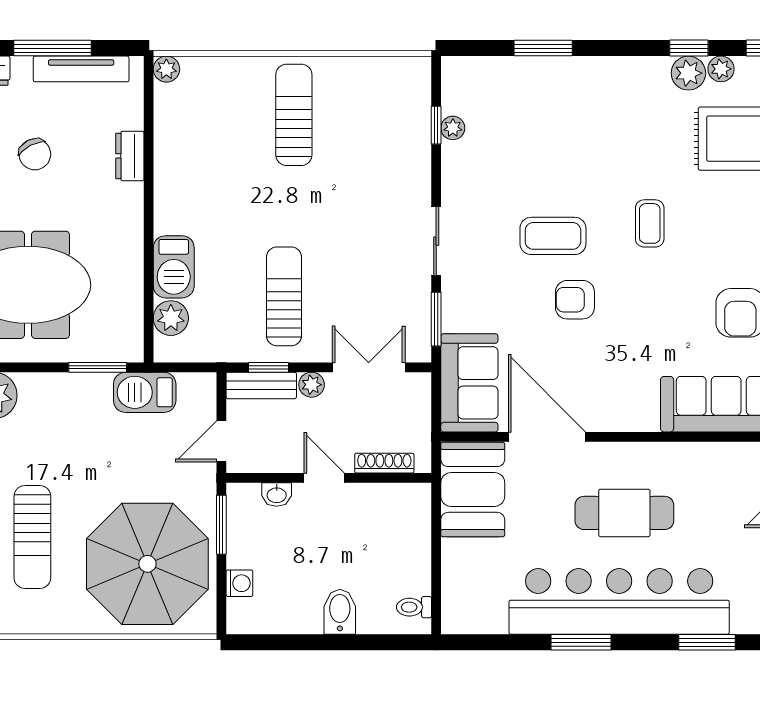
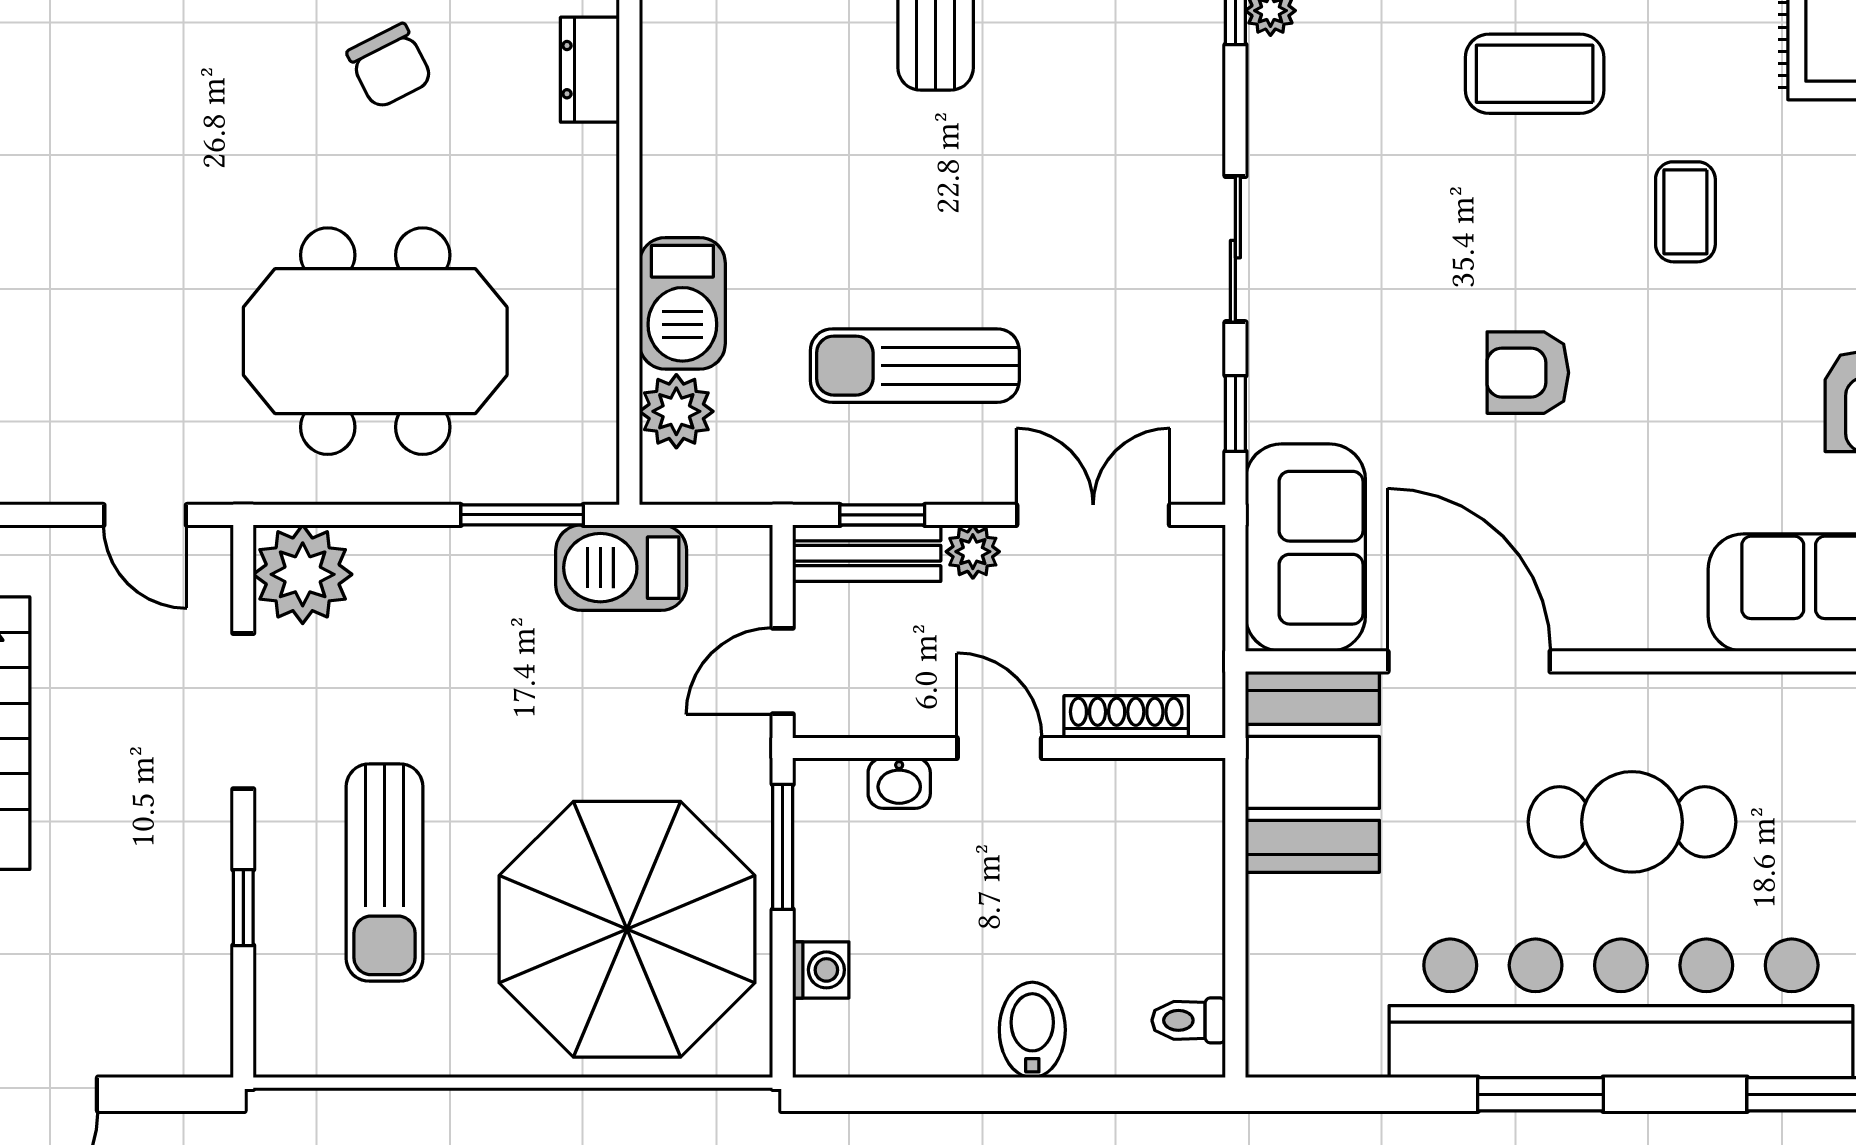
coffee table: (553, 236) -> (1535, 74), moved
sun lounger: (284, 296) -> (915, 366), turned -90
window: (436, 319) -> (1235, 414), width x0.67

